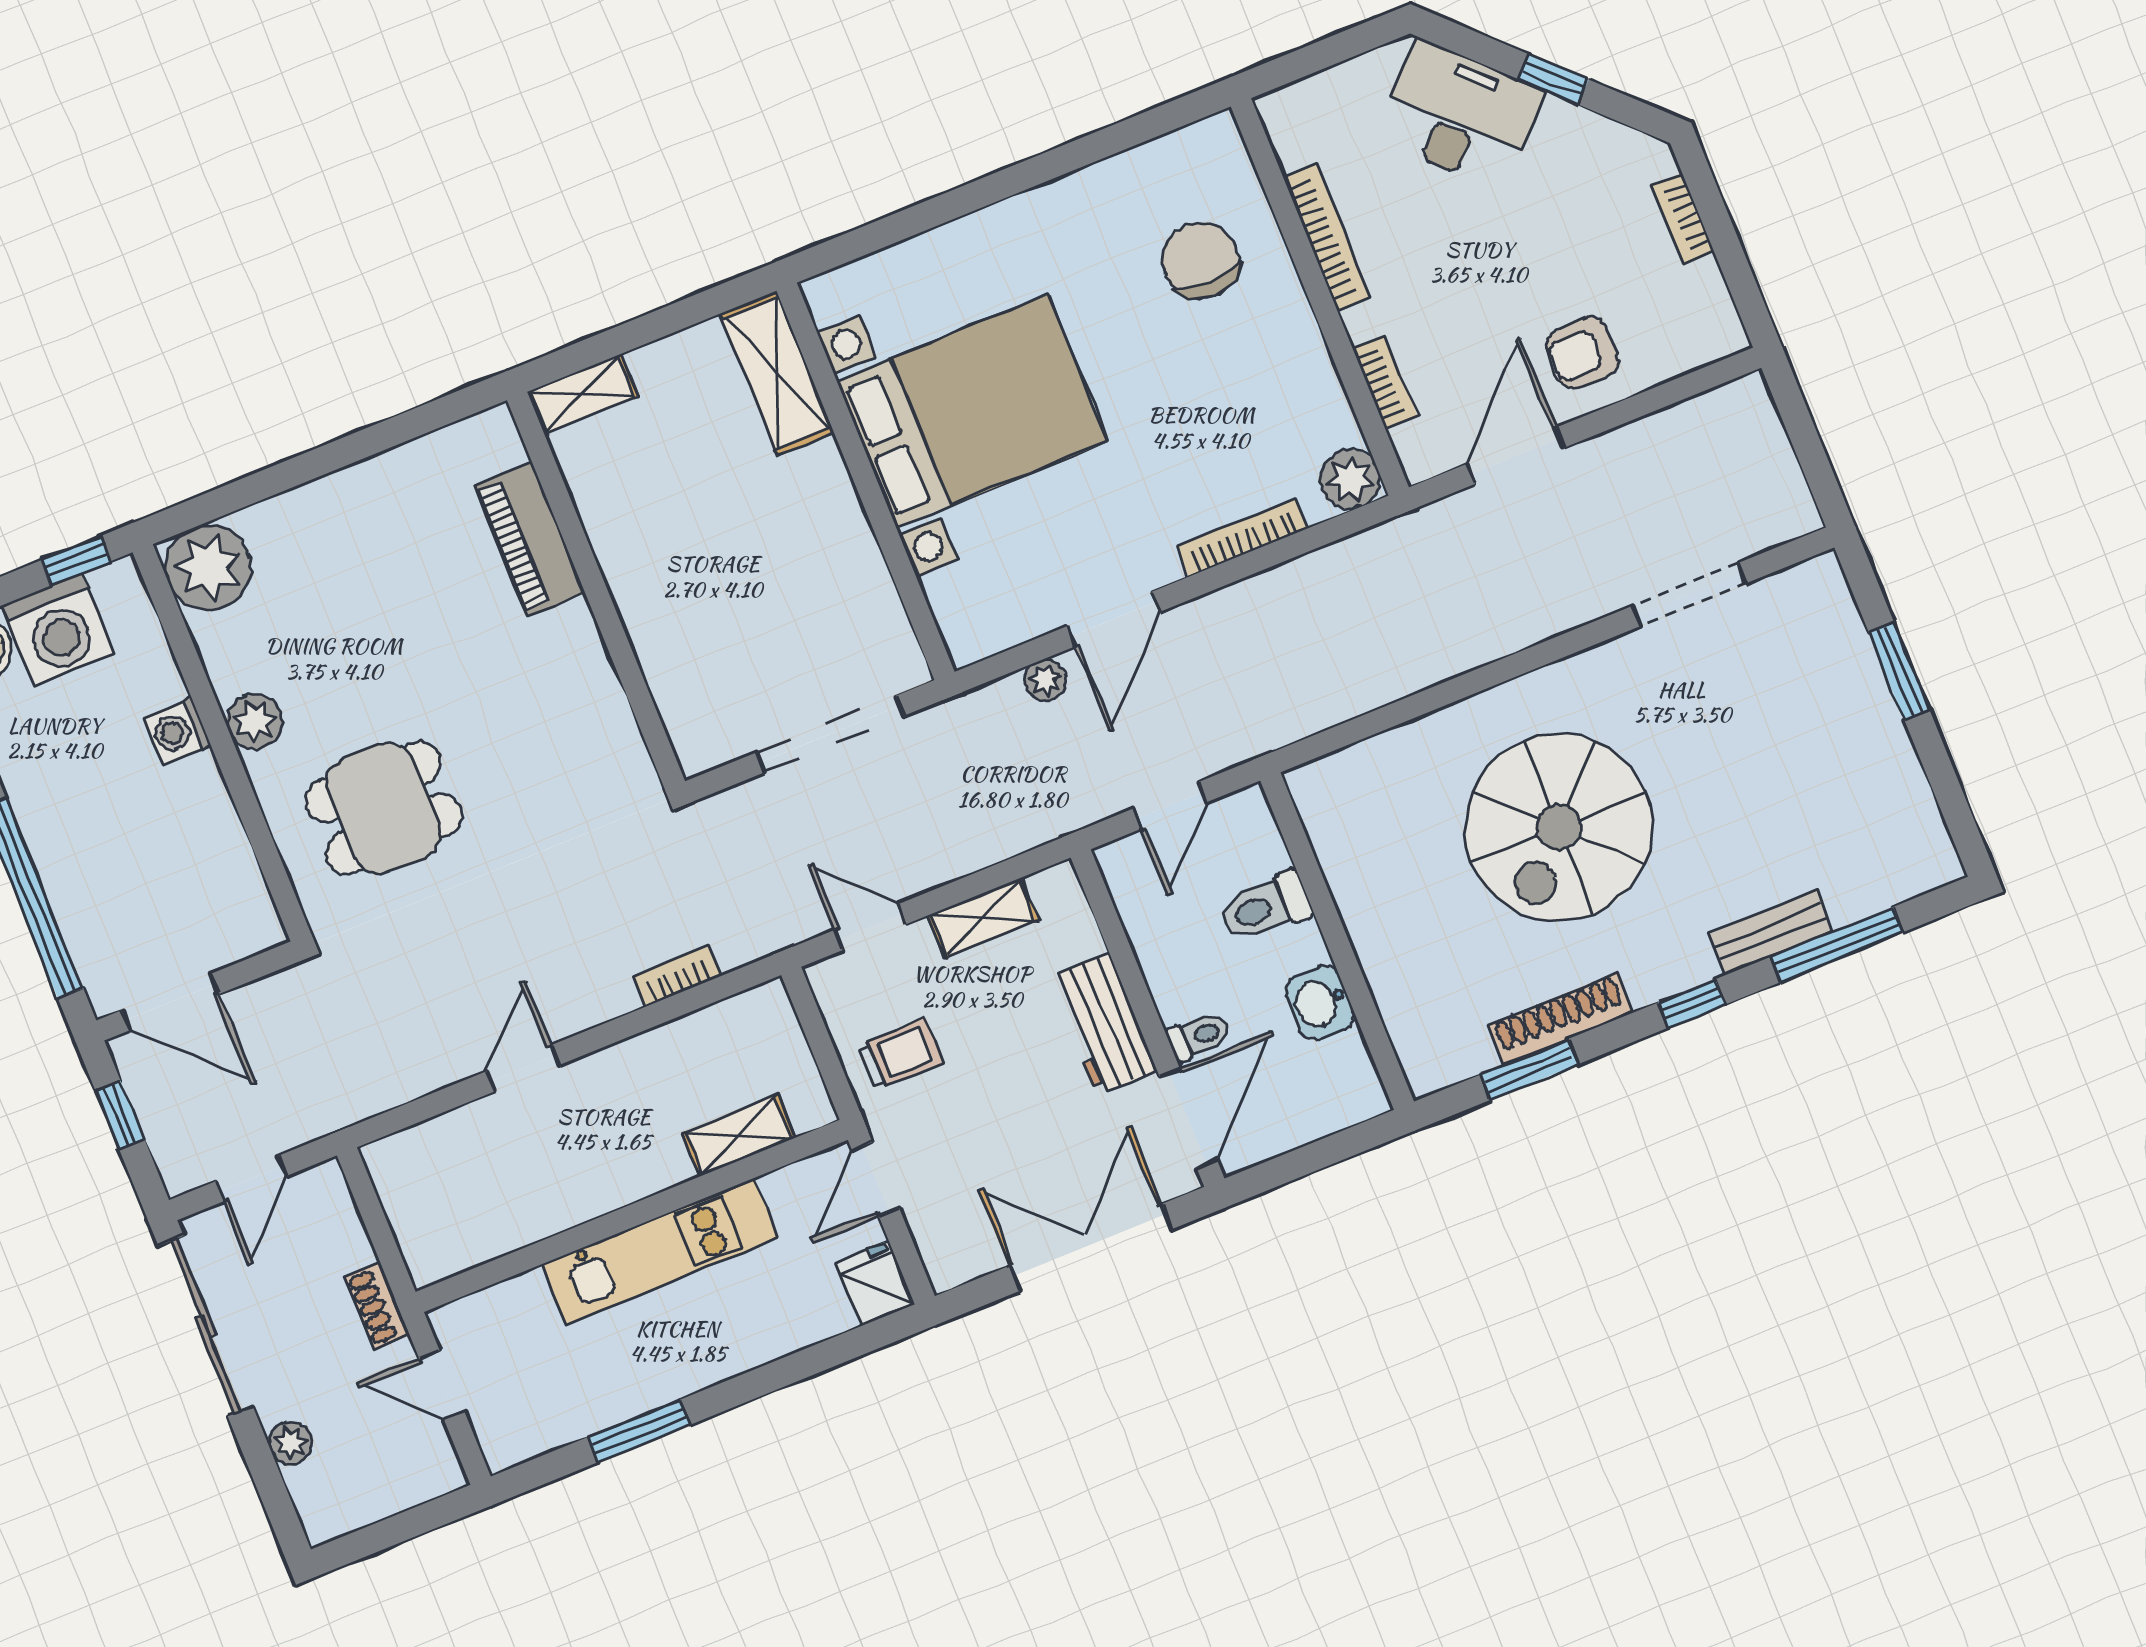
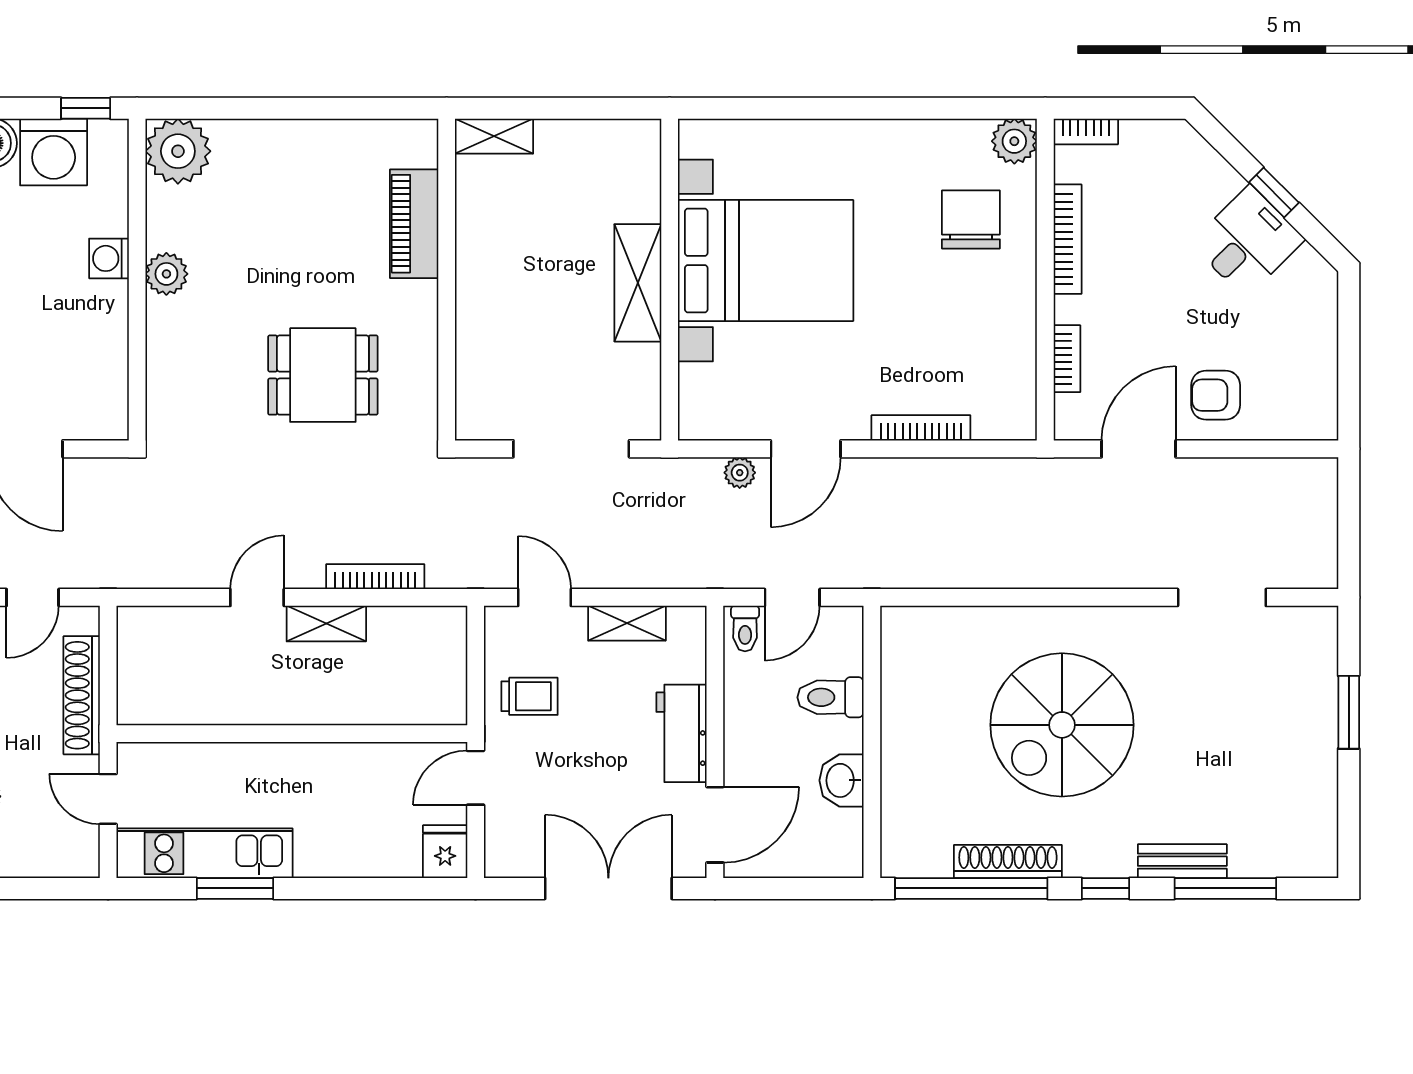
desk: (1460, 115) -> (1248, 241), moved, width x0.73
bookcase: (1683, 218) -> (1086, 131), moved, turned -90
shelving: (777, 373) -> (638, 283), moved
plant: (1350, 479) -> (1014, 141), moved
dining table: (384, 808) -> (323, 375), moved
bookcase: (677, 976) -> (375, 577), width x1.56
toilet: (1199, 1036) -> (745, 629), moved, turned 90
window: (1529, 1069) -> (971, 888), width x2.11
shelving: (738, 1136) -> (326, 624), moved
kitchen unit: (660, 1251) -> (205, 853), moved, turned 180
shoe rack: (377, 1306) -> (82, 695), width x1.94, depth x1.24

